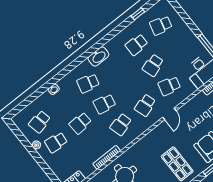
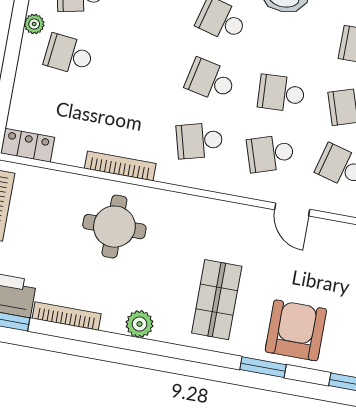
door: (169, 114) -> (292, 209), hinge flipped
school desk: (80, 123) -> (281, 93), moved

